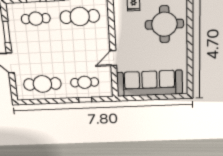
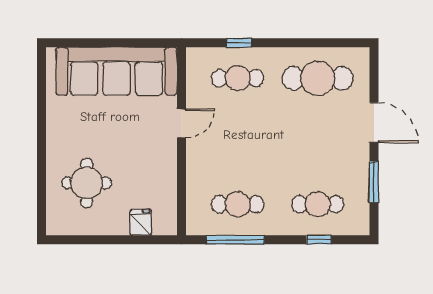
cafe table: (80, 17) -> (238, 204), width x0.73, depth x0.74
round table: (164, 24) -> (87, 183), width x0.73, depth x0.73

